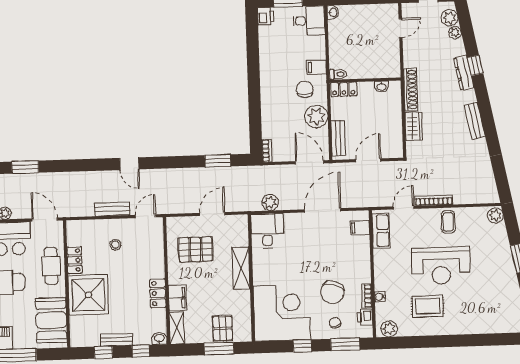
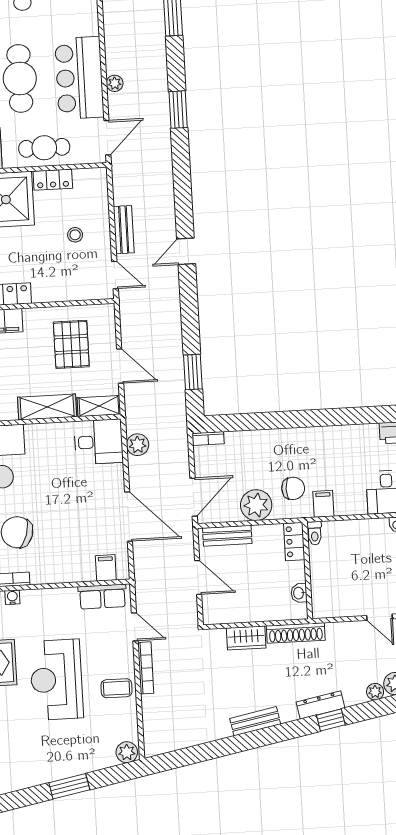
shelving: (241, 230) -> (99, 406), added

